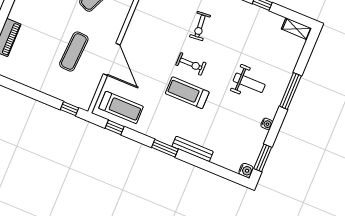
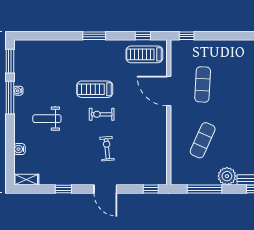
window: (290, 91) -> (10, 98), moved
treadmill: (187, 93) -> (95, 89), turned 180
bench: (193, 149) -> (71, 45), removed
water cooler: (246, 170) -> (19, 149), moved

